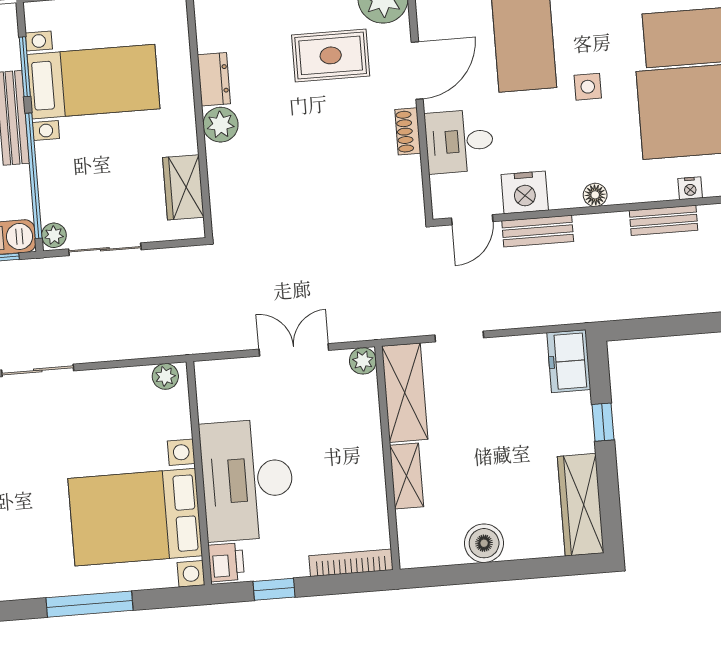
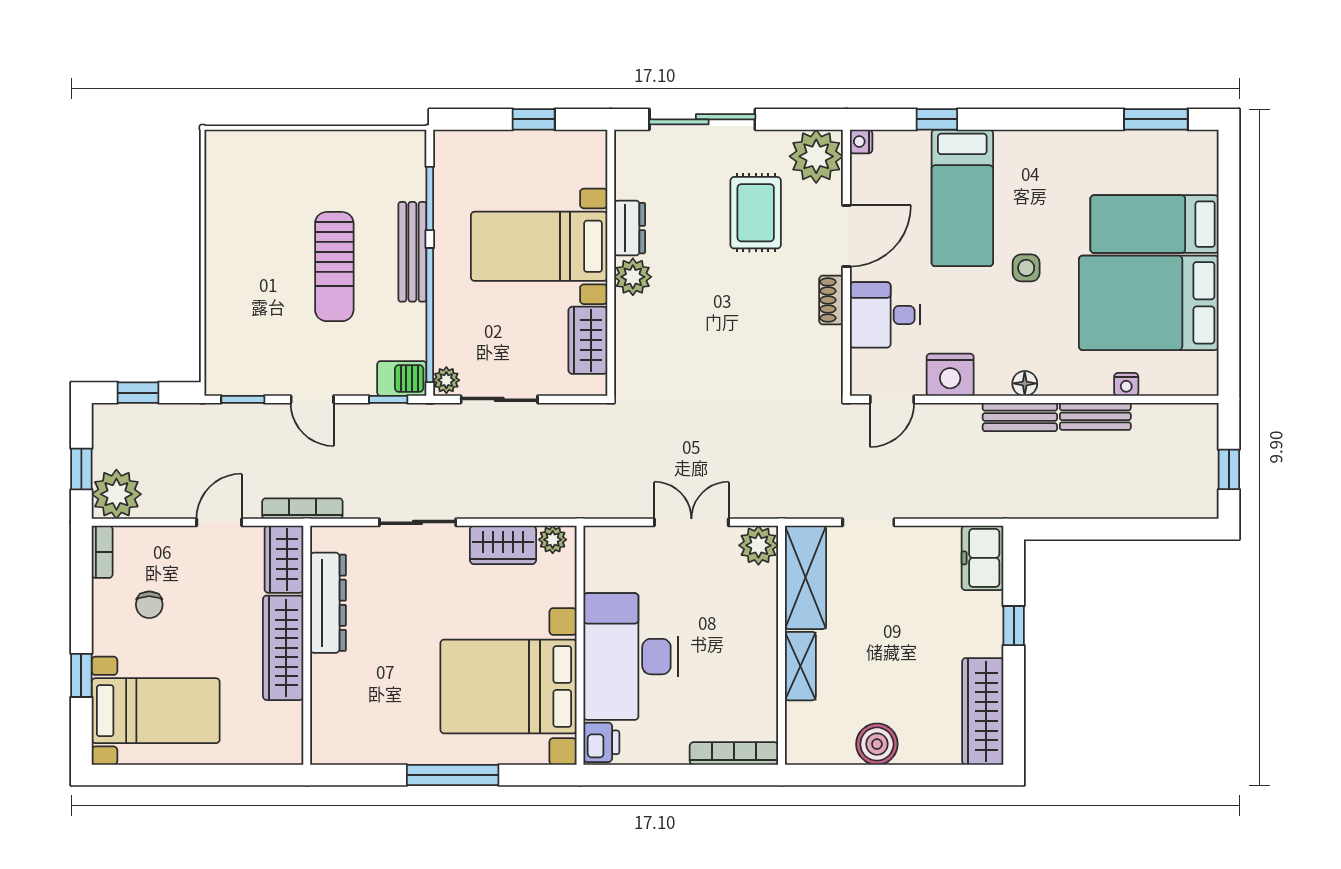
rug: (331, 55) -> (756, 213), turned 90
bed with nightstands: (93, 82) -> (539, 246), moved, turned 180
bench: (538, 231) -> (1020, 417), moved
plant: (363, 361) -> (758, 545), width x1.38, depth x1.38
wardrobe: (119, 385) -> (503, 545), added
window: (274, 589) -> (650, 775), removed

